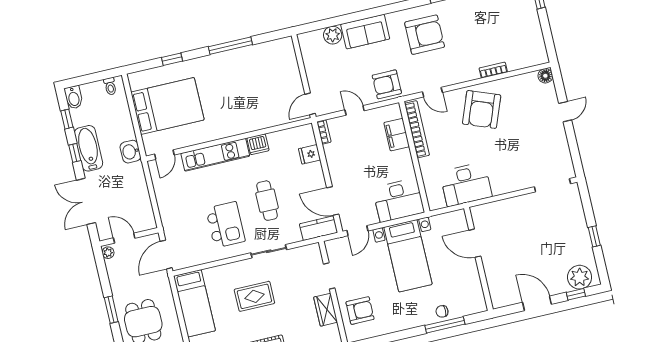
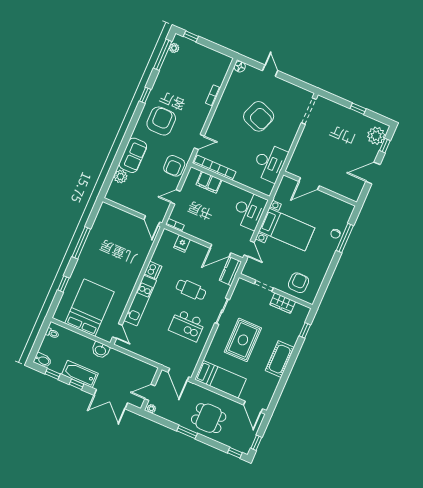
armchair: (482, 109) -> (259, 116), moved
kitchen island: (225, 225) -> (187, 326), turned 180
rug: (254, 296) -> (243, 340), width x1.36, depth x1.43

